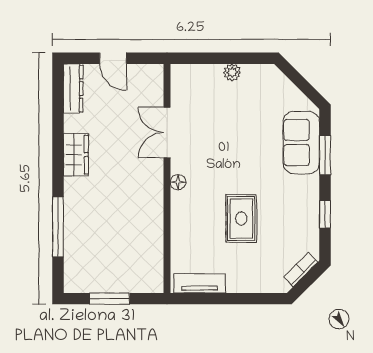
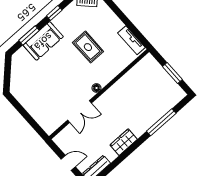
door: (113, 58) -> (68, 163), hinge flipped
plant: (232, 72) -> (29, 107), removed
sofa: (301, 143) -> (43, 41), moved
rug: (241, 219) -> (88, 47), turned 90

